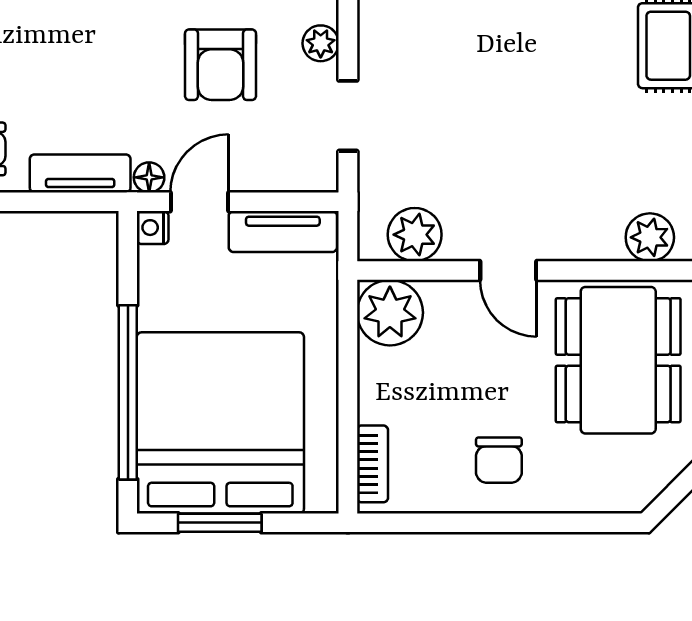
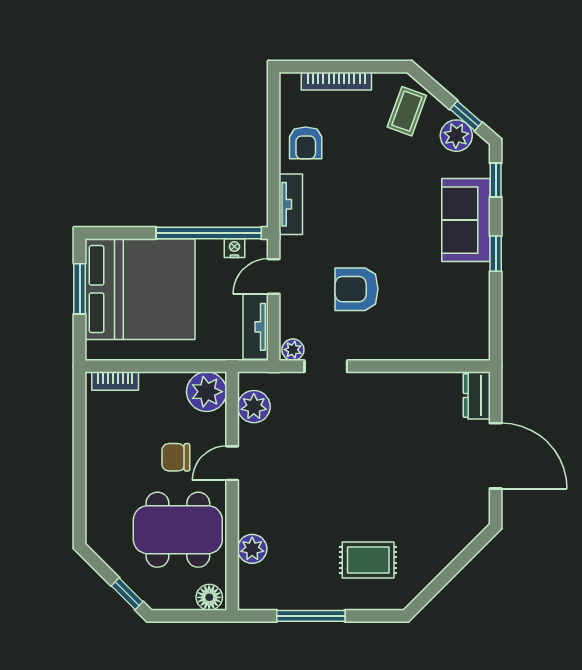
plant: (321, 43) -> (293, 350), moved
floor lamp: (149, 177) -> (288, 246), removed
door: (200, 202) -> (274, 276), swing flipped
nightstand: (153, 228) -> (234, 248), moved
window: (128, 392) -> (209, 233), moved
chair: (499, 460) -> (176, 457), moved

